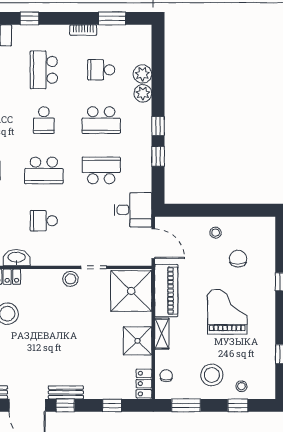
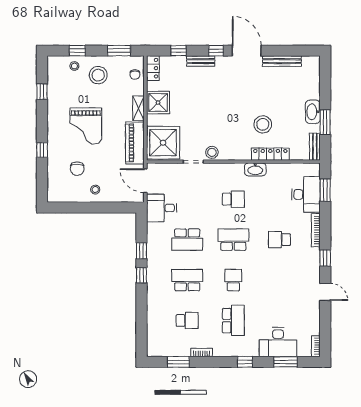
plant: (142, 74) -> (154, 317), removed
plant: (143, 93) -> (154, 302), removed
bench: (66, 392) -> (201, 61), moved

